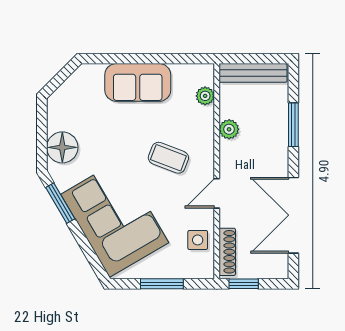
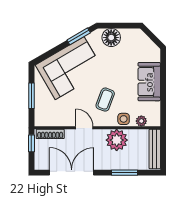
plant: (229, 129) -> (117, 140), width x1.87, depth x1.87
side table: (198, 240) -> (124, 119), moved

